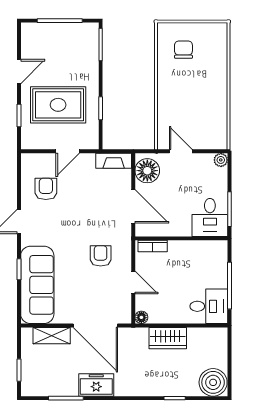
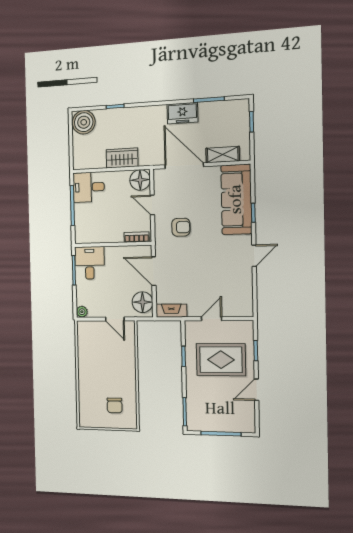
armchair: (46, 189) -> (230, 285), removed
armchair: (101, 256) -> (181, 227), turned -90
floor lamp: (141, 317) -> (140, 180), width x1.89, depth x1.89

